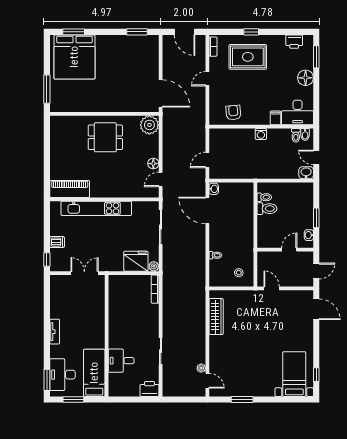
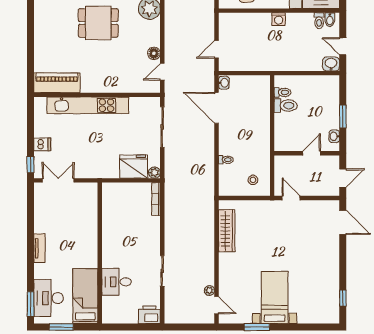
double door: (84, 273) -> (58, 180), moved
bed with nightstands: (294, 374) -> (275, 297), moved

